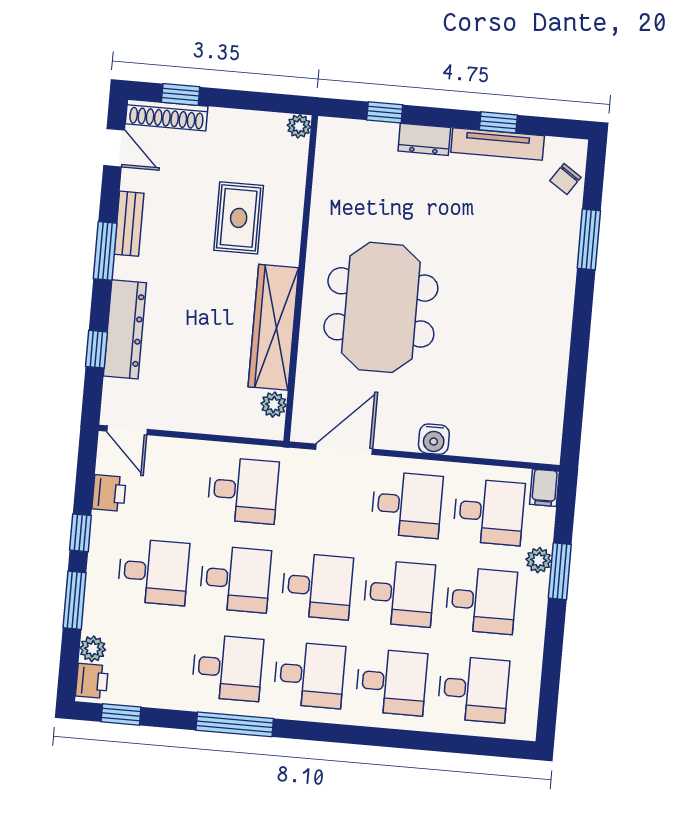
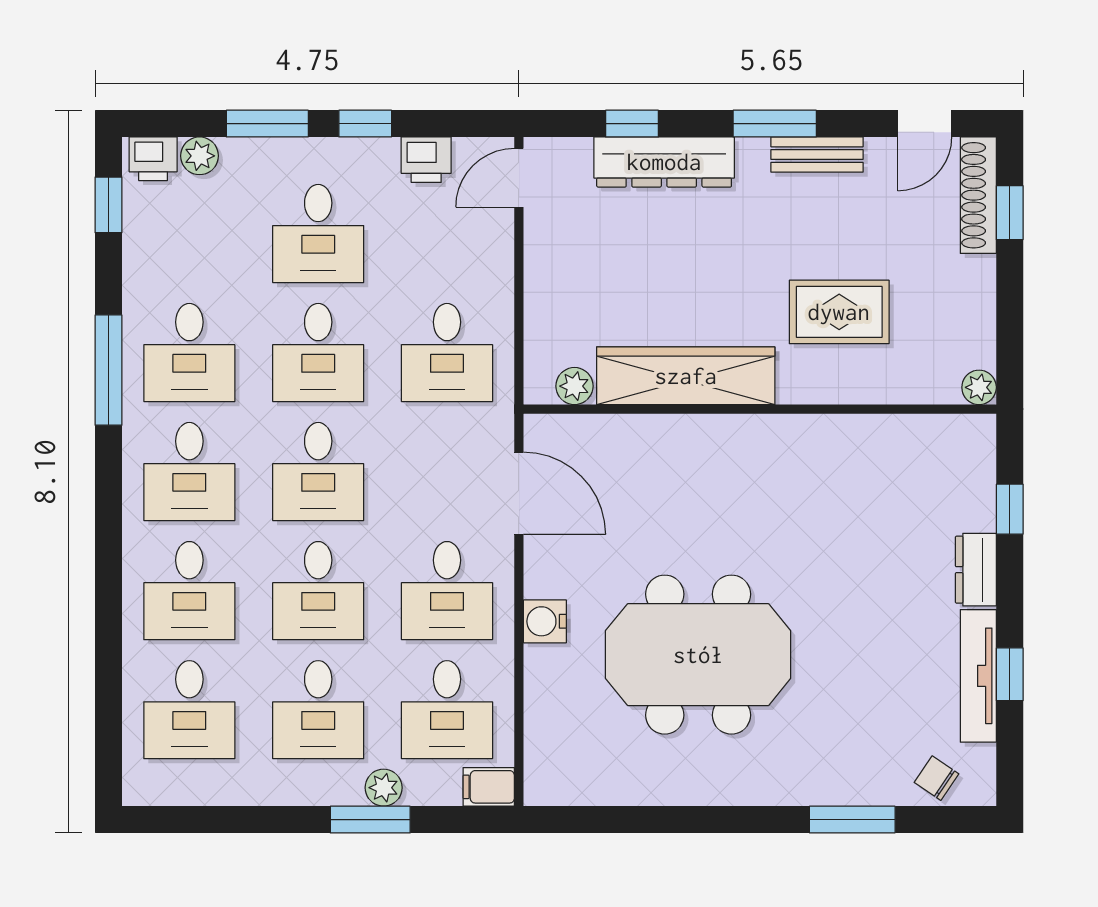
meeting table: (381, 307) -> (698, 655), moved

